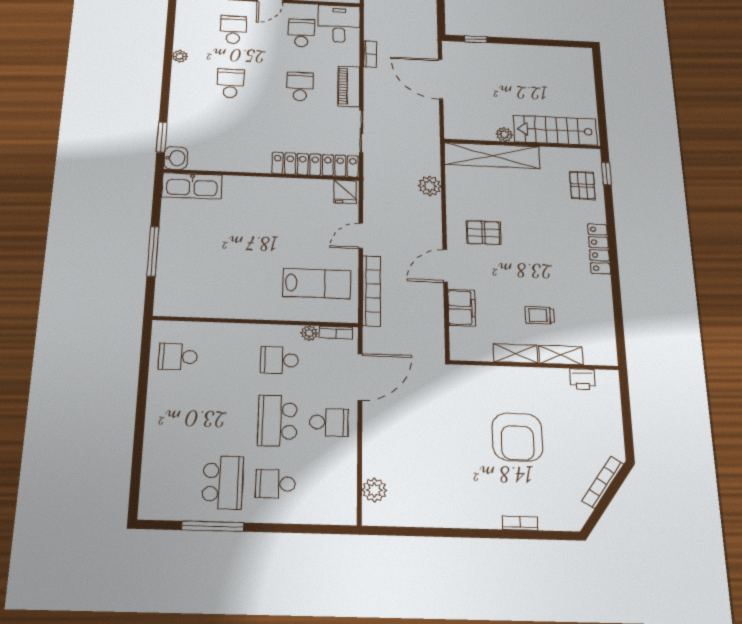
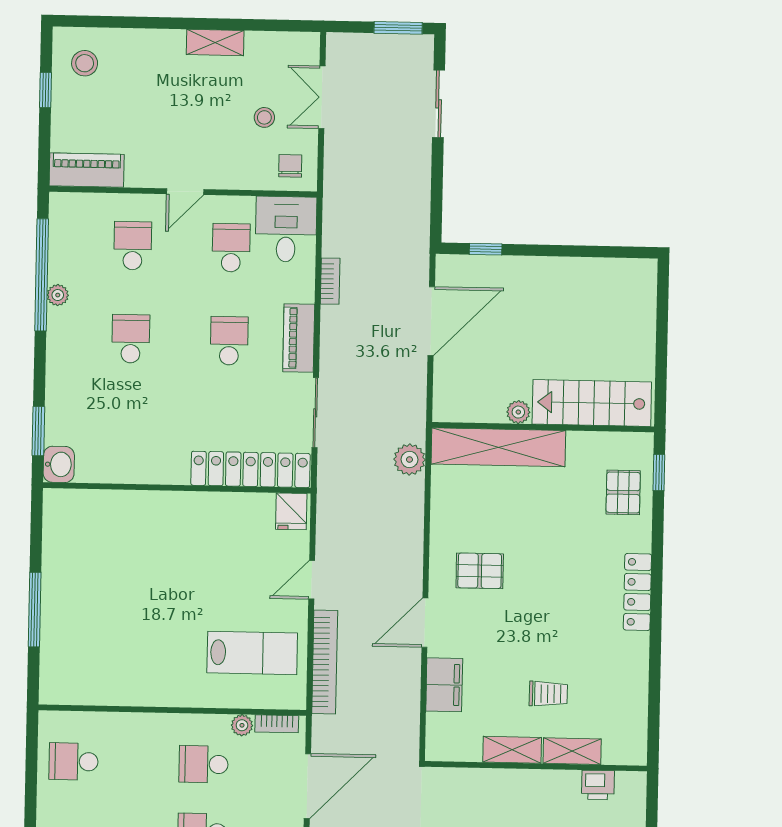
window: (169, 44) -> (42, 275), added
door: (441, 79) -> (431, 321), swing flipped
kitchen sink: (192, 186) -> (83, 508), removed
plant: (430, 186) -> (409, 460), moved
trolley: (540, 315) -> (548, 694), turned 180

